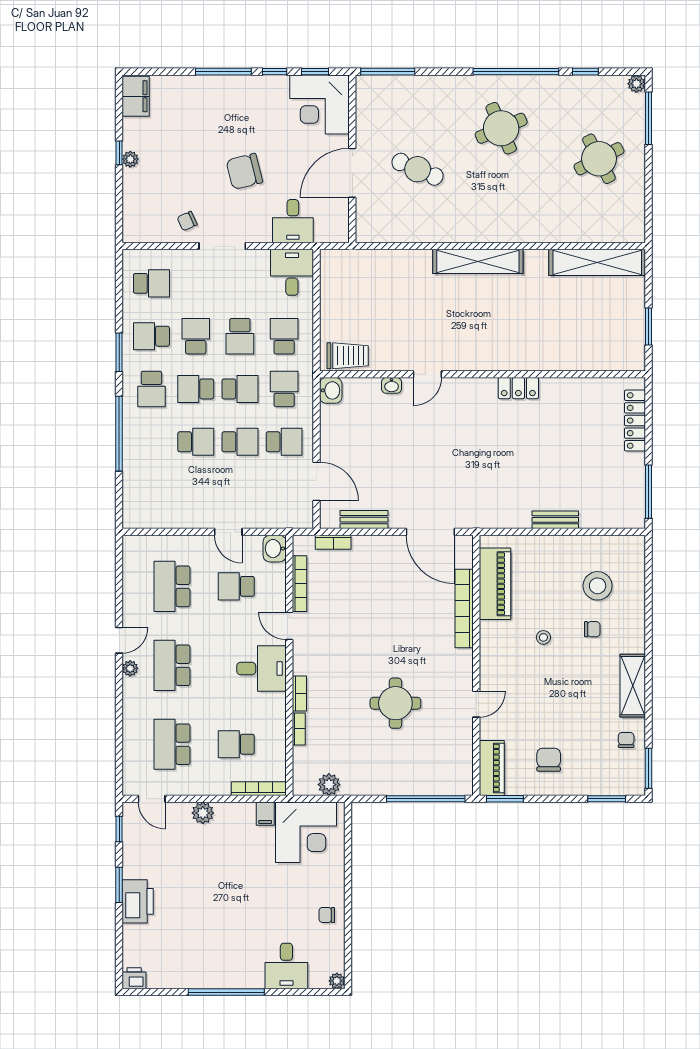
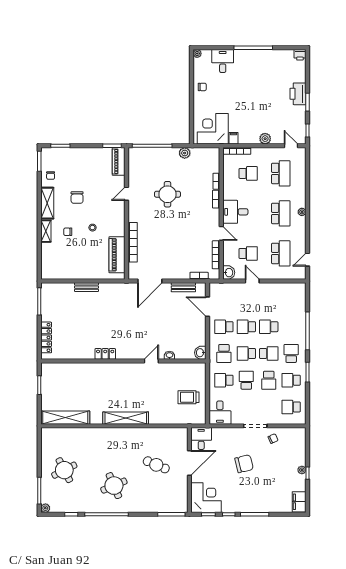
desk: (293, 221) -> (201, 439), moved
school desk: (151, 336) -> (291, 380), turned 180
school desk: (284, 336) -> (224, 380), turned 90
trolley: (348, 356) -> (188, 397), moved
door: (430, 532) -> (150, 281), swing flipped
stool: (598, 586) -> (65, 254), removed
shelving: (636, 630) -> (46, 231), added
door: (119, 640) -> (308, 260), moved
chair: (549, 760) -> (77, 198), moved
plant: (329, 785) -> (185, 153), moved

